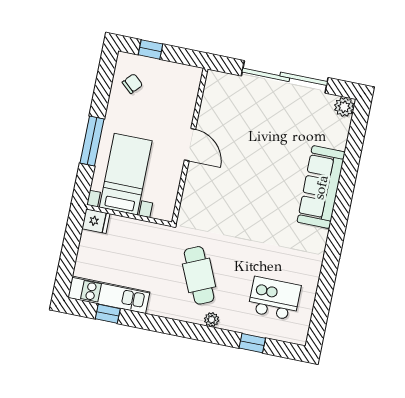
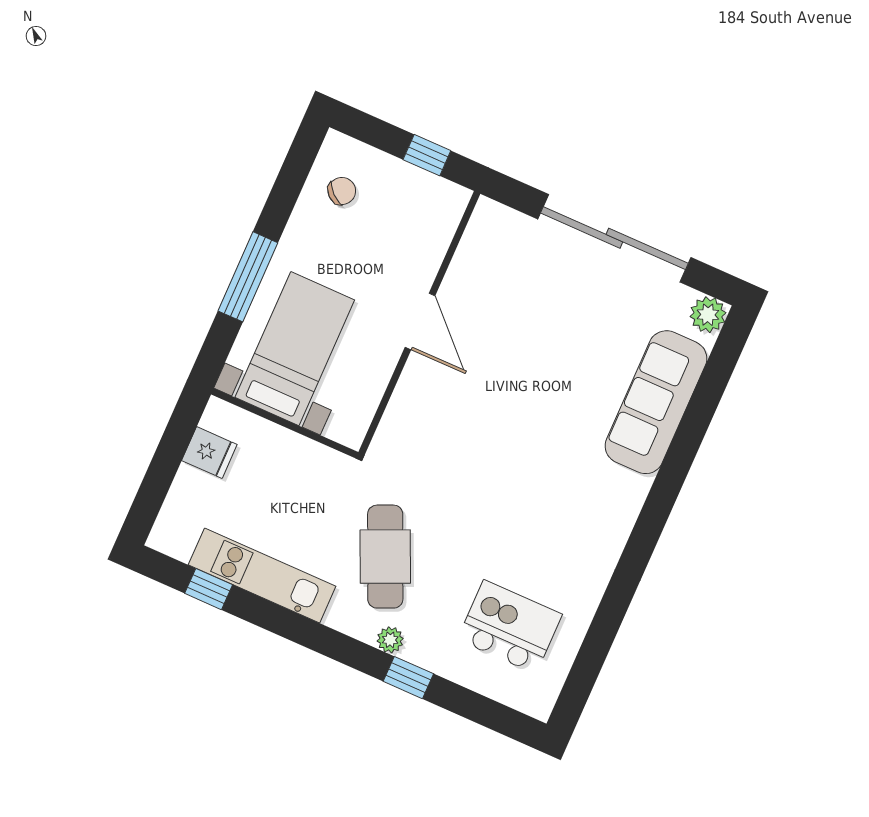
window: (150, 49) -> (427, 155), moved
sofa: (321, 187) -> (656, 402), moved
fridge: (96, 221) -> (209, 452), moved
kitchen unit: (109, 295) -> (262, 576), moved
window: (252, 343) -> (408, 678), moved

